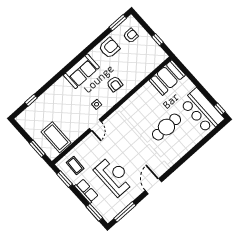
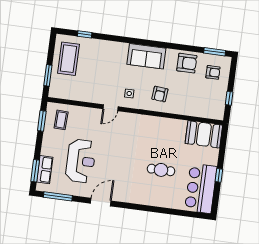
window: (220, 109) -> (219, 175), moved
cafe table: (166, 127) -> (161, 170), width x0.73, depth x0.74
coffee table: (56, 137) -> (68, 59), moved
row of seats: (86, 191) -> (45, 170), moved

